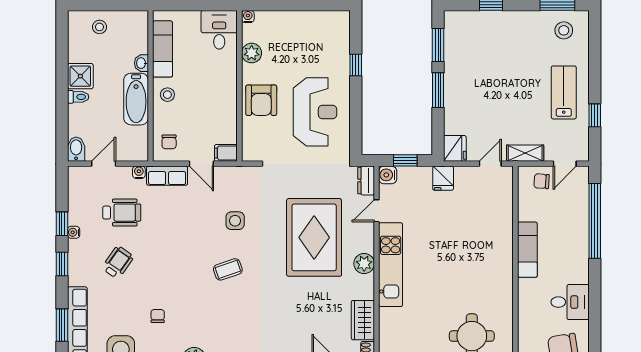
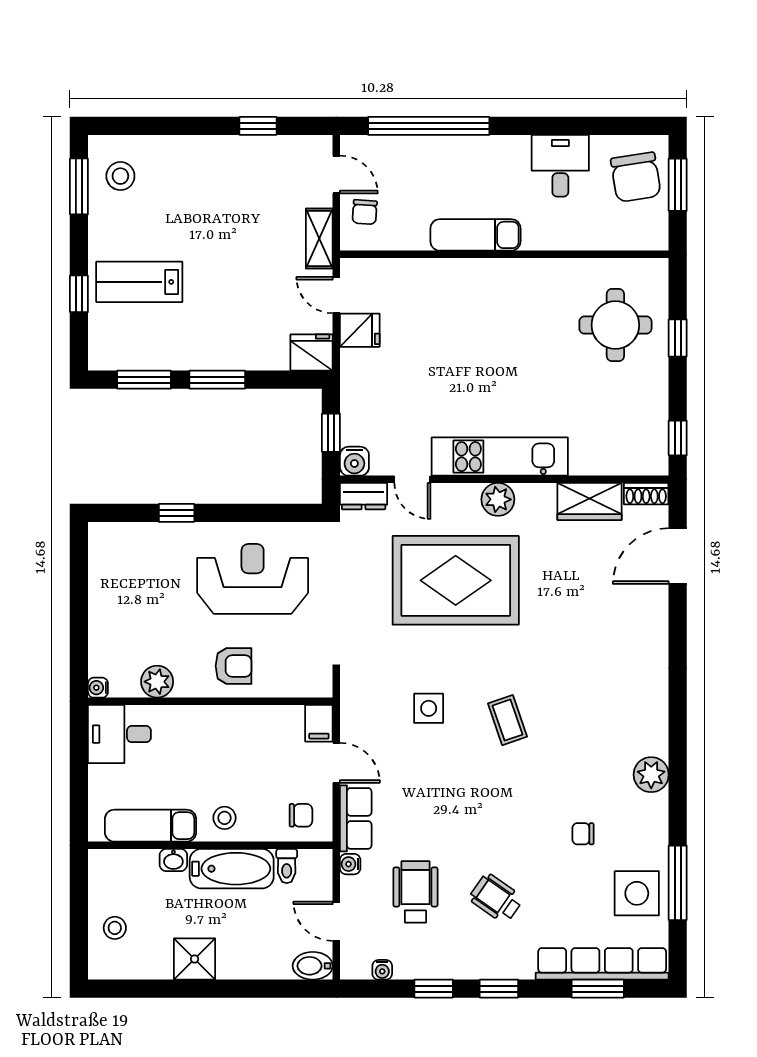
lab bench: (564, 92) -> (139, 282), moved
toilet: (78, 97) -> (287, 866), moved, turned 180
armchair: (261, 100) -> (234, 666), width x0.72, depth x0.72
door: (201, 164) -> (336, 763), hinge flipped
fridge: (443, 178) -> (360, 330), moved
water cooler: (74, 232) -> (382, 970), moved

